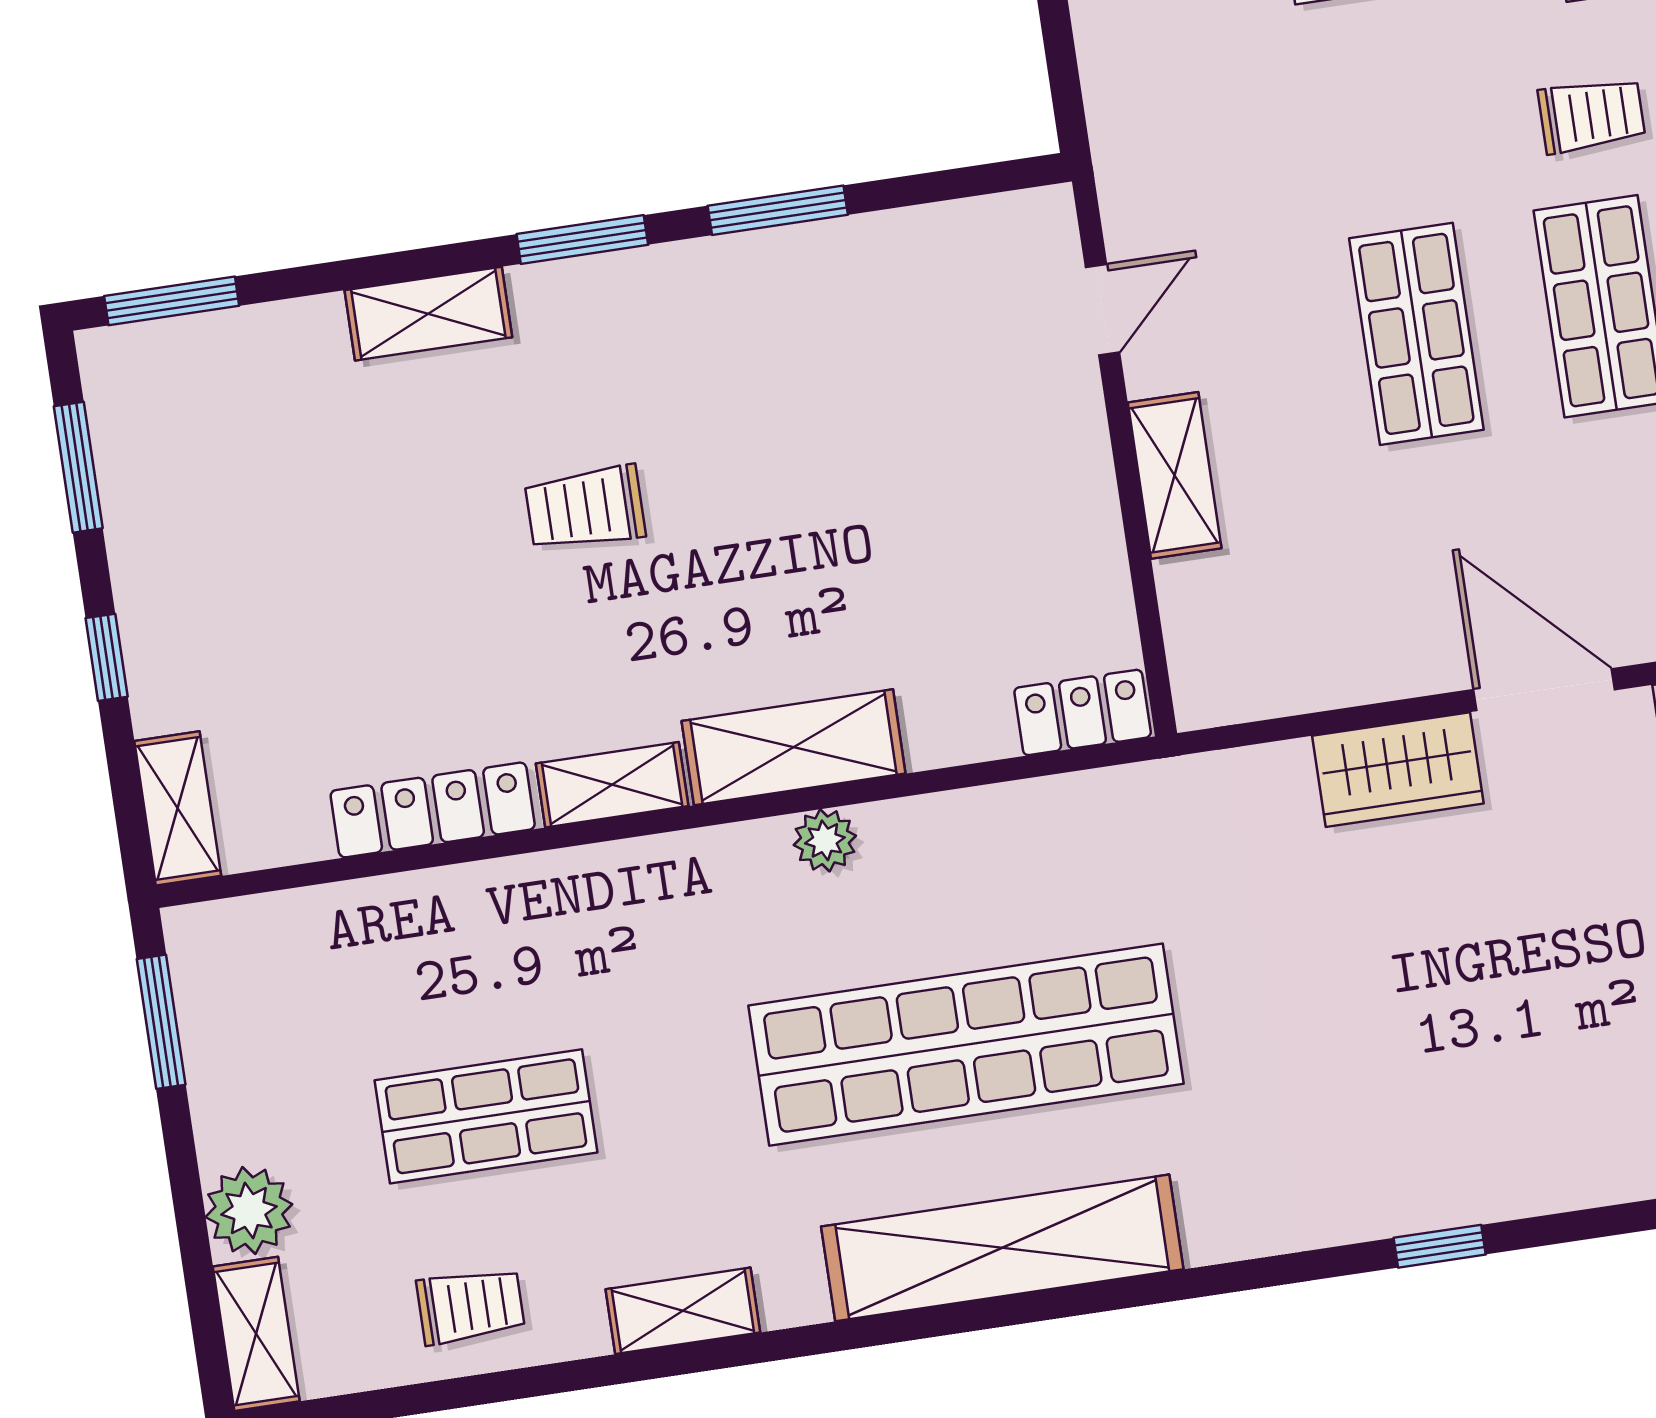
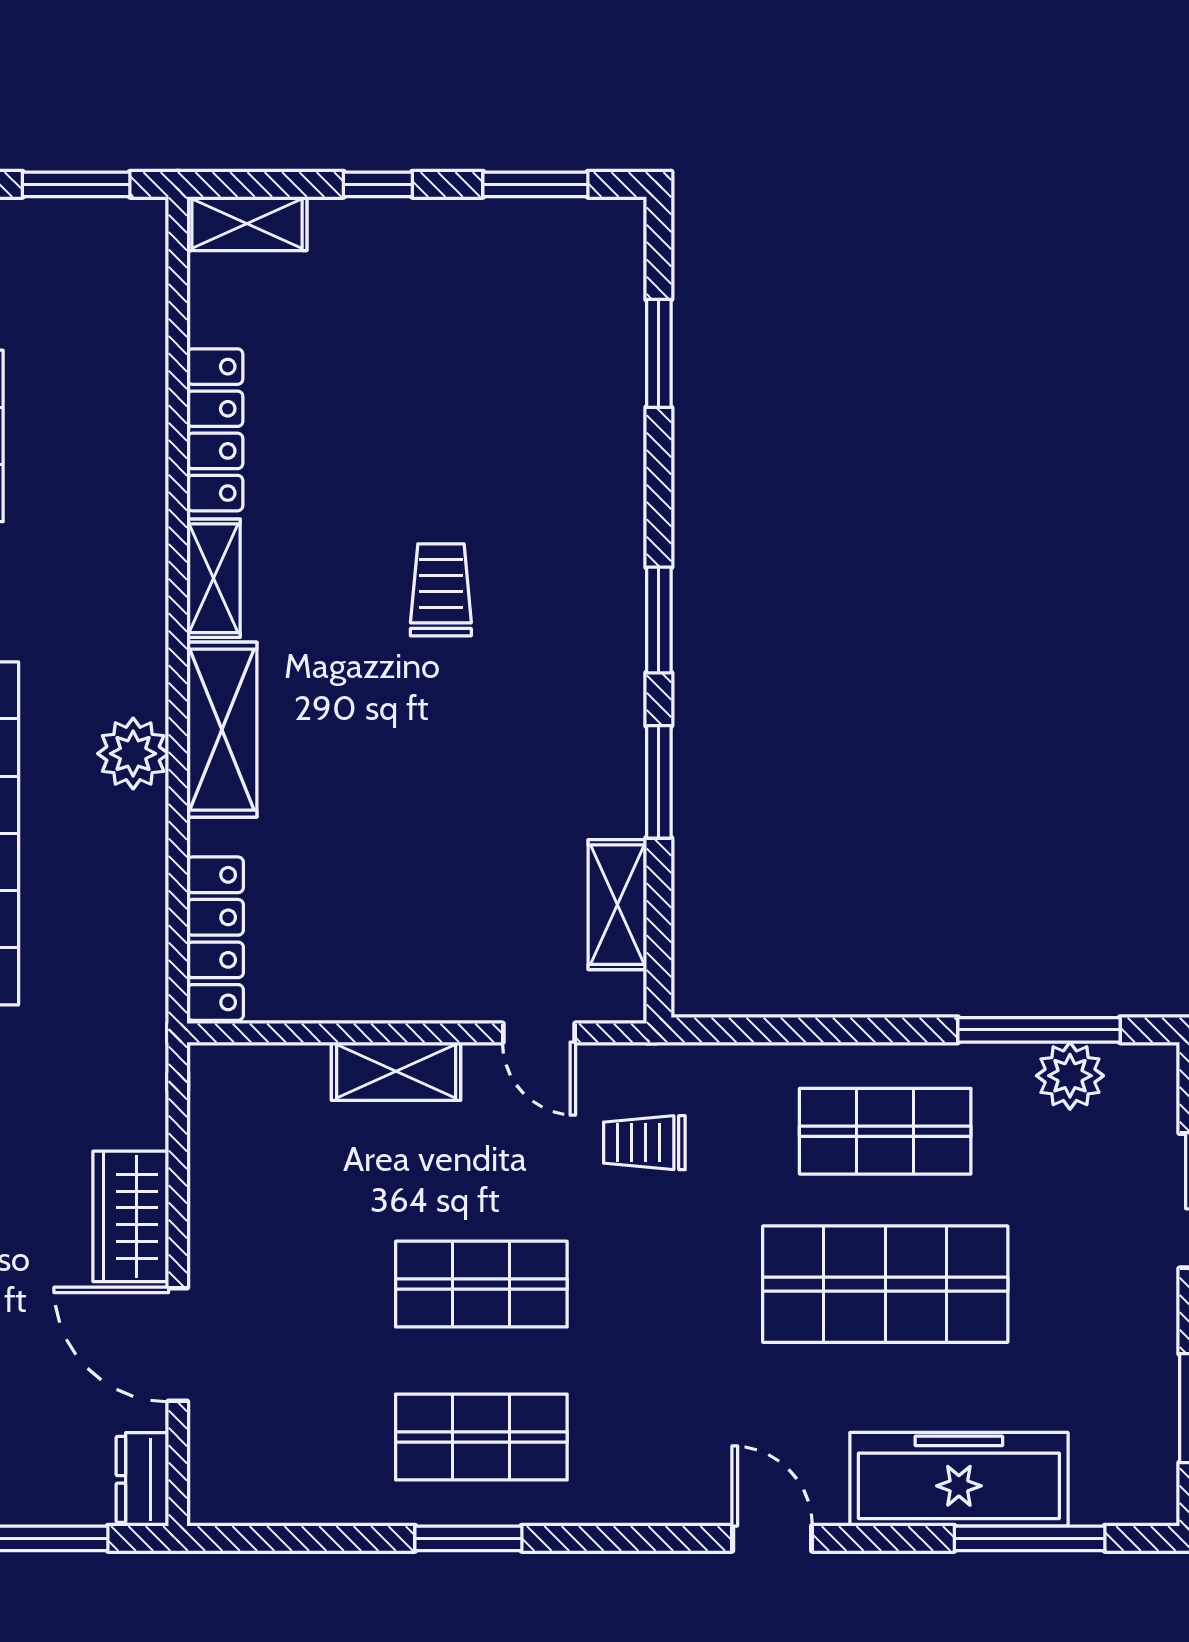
trolley: (1592, 115) -> (644, 1143), moved, turned 90
window: (172, 301) -> (659, 353), moved
shelving: (428, 314) -> (617, 905), moved
door: (1544, 690) -> (178, 1345), swing flipped
locker: (1083, 712) -> (215, 939), width x1.53
plant: (825, 840) -> (133, 754), width x1.38, depth x1.38

